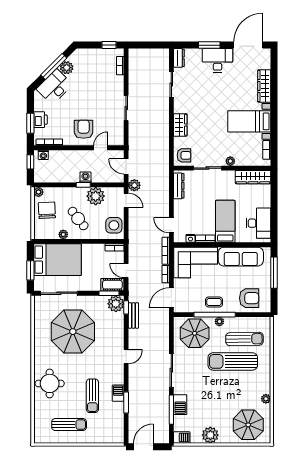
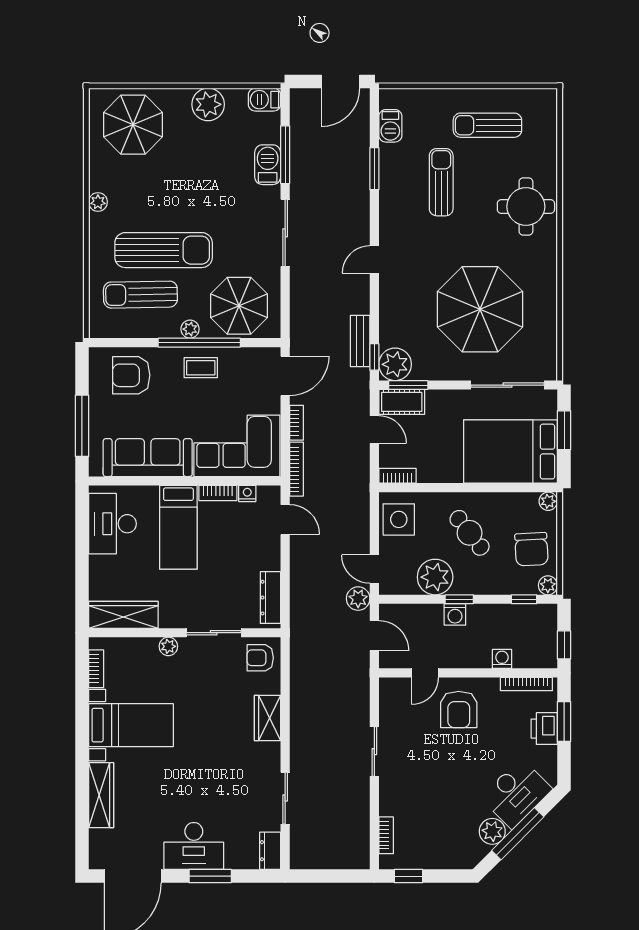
washing machine: (43, 155) -> (502, 659), moved
window: (51, 185) -> (524, 599), added
plant: (63, 234) -> (548, 501), moved
barbecue: (118, 393) -> (390, 126), moved
plant: (266, 399) -> (98, 202), moved

